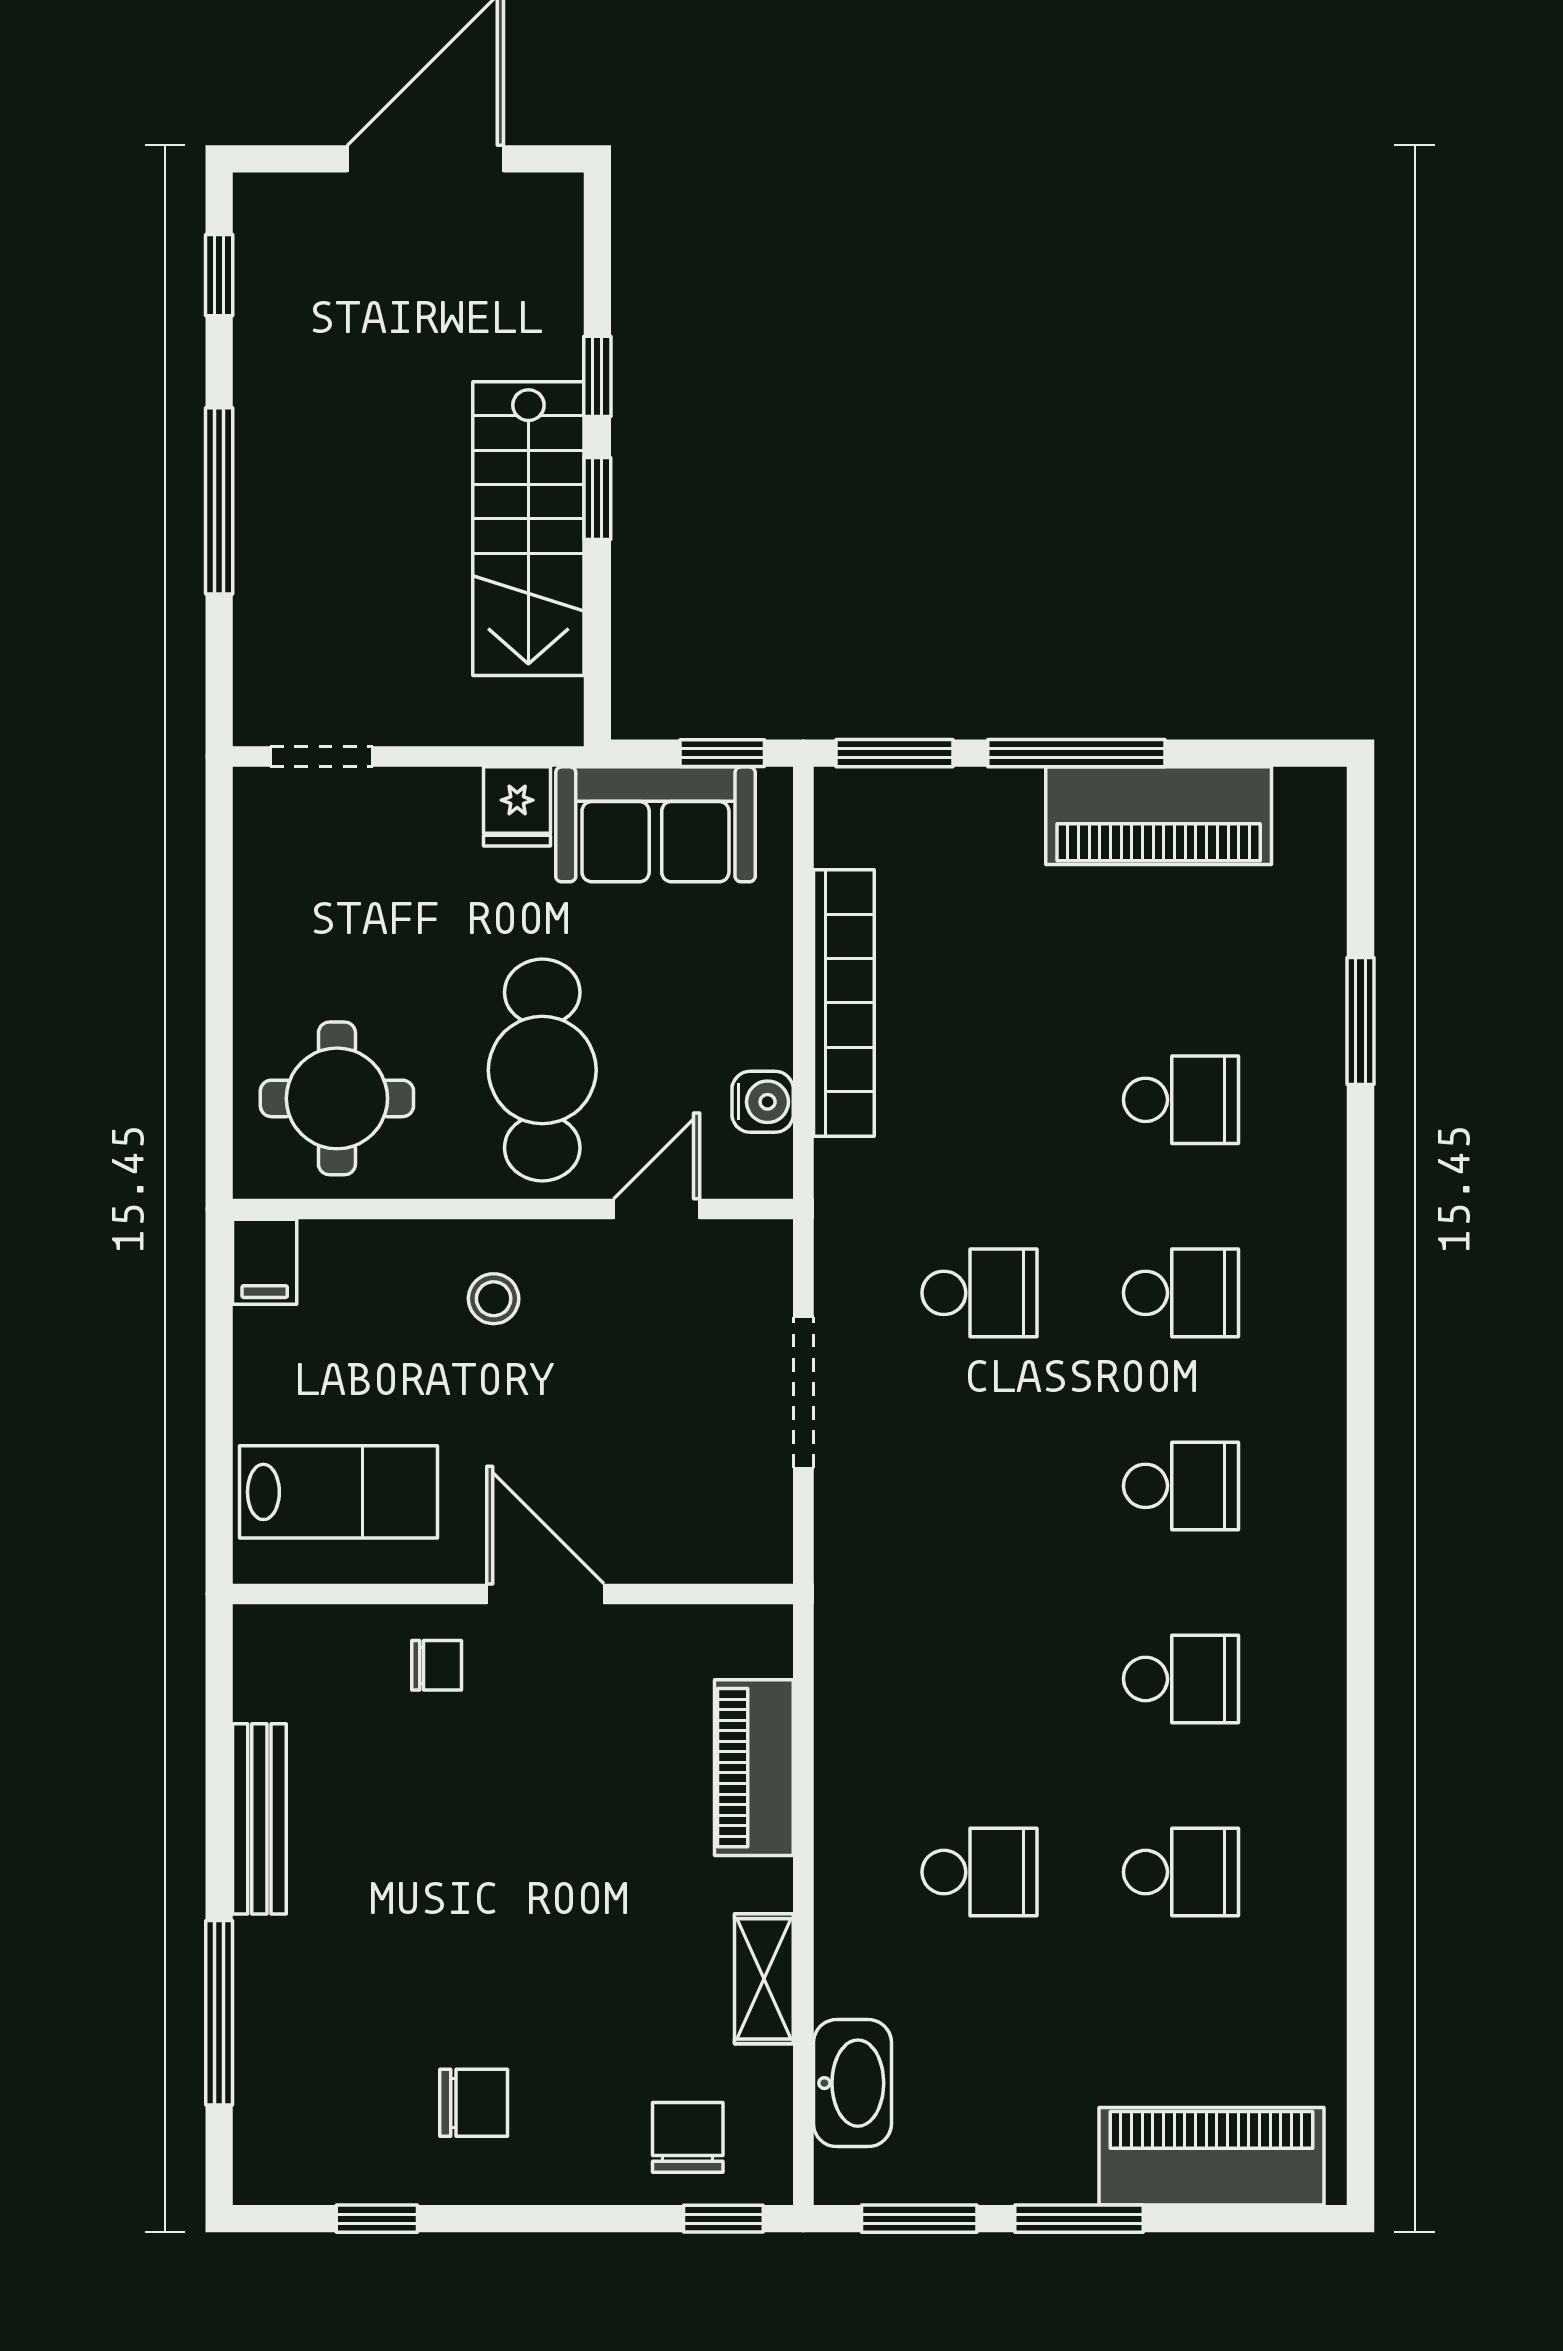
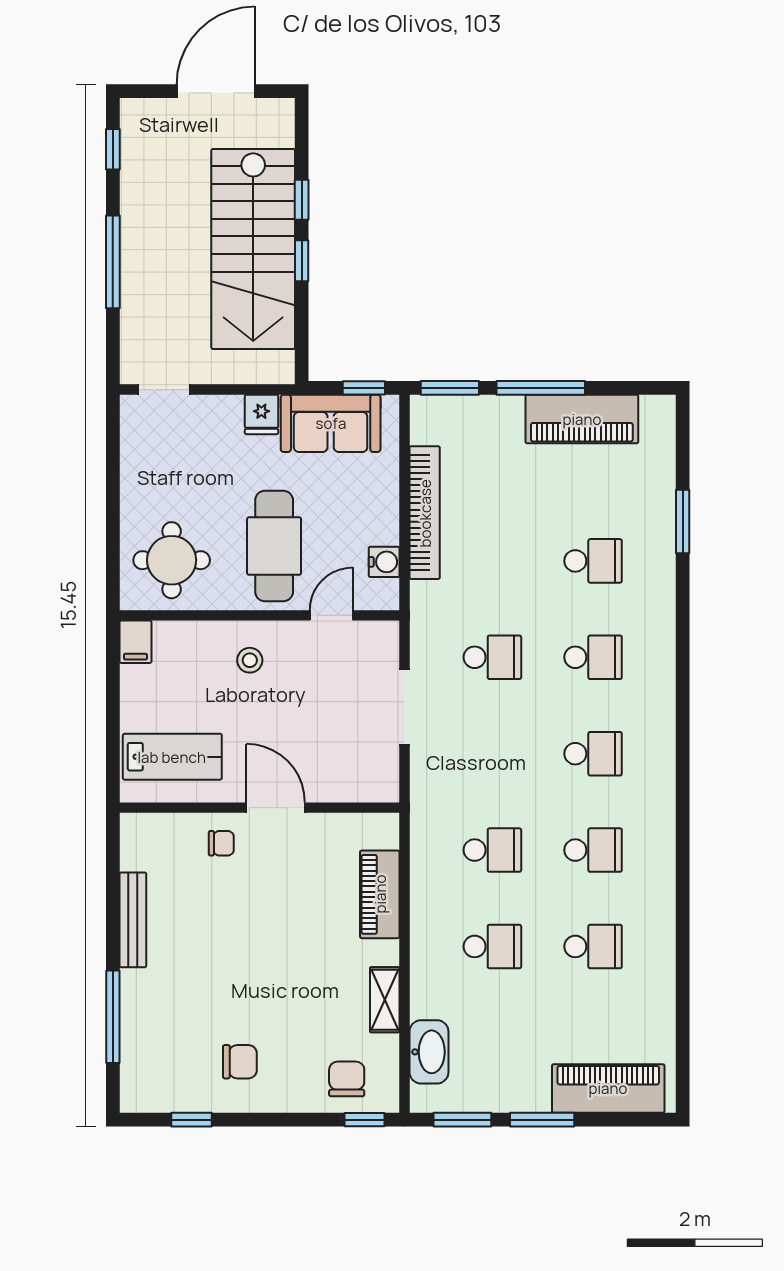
stairs: (528, 529) -> (253, 249), width x1.36, depth x1.51
school desk: (979, 1679) -> (492, 850), added

